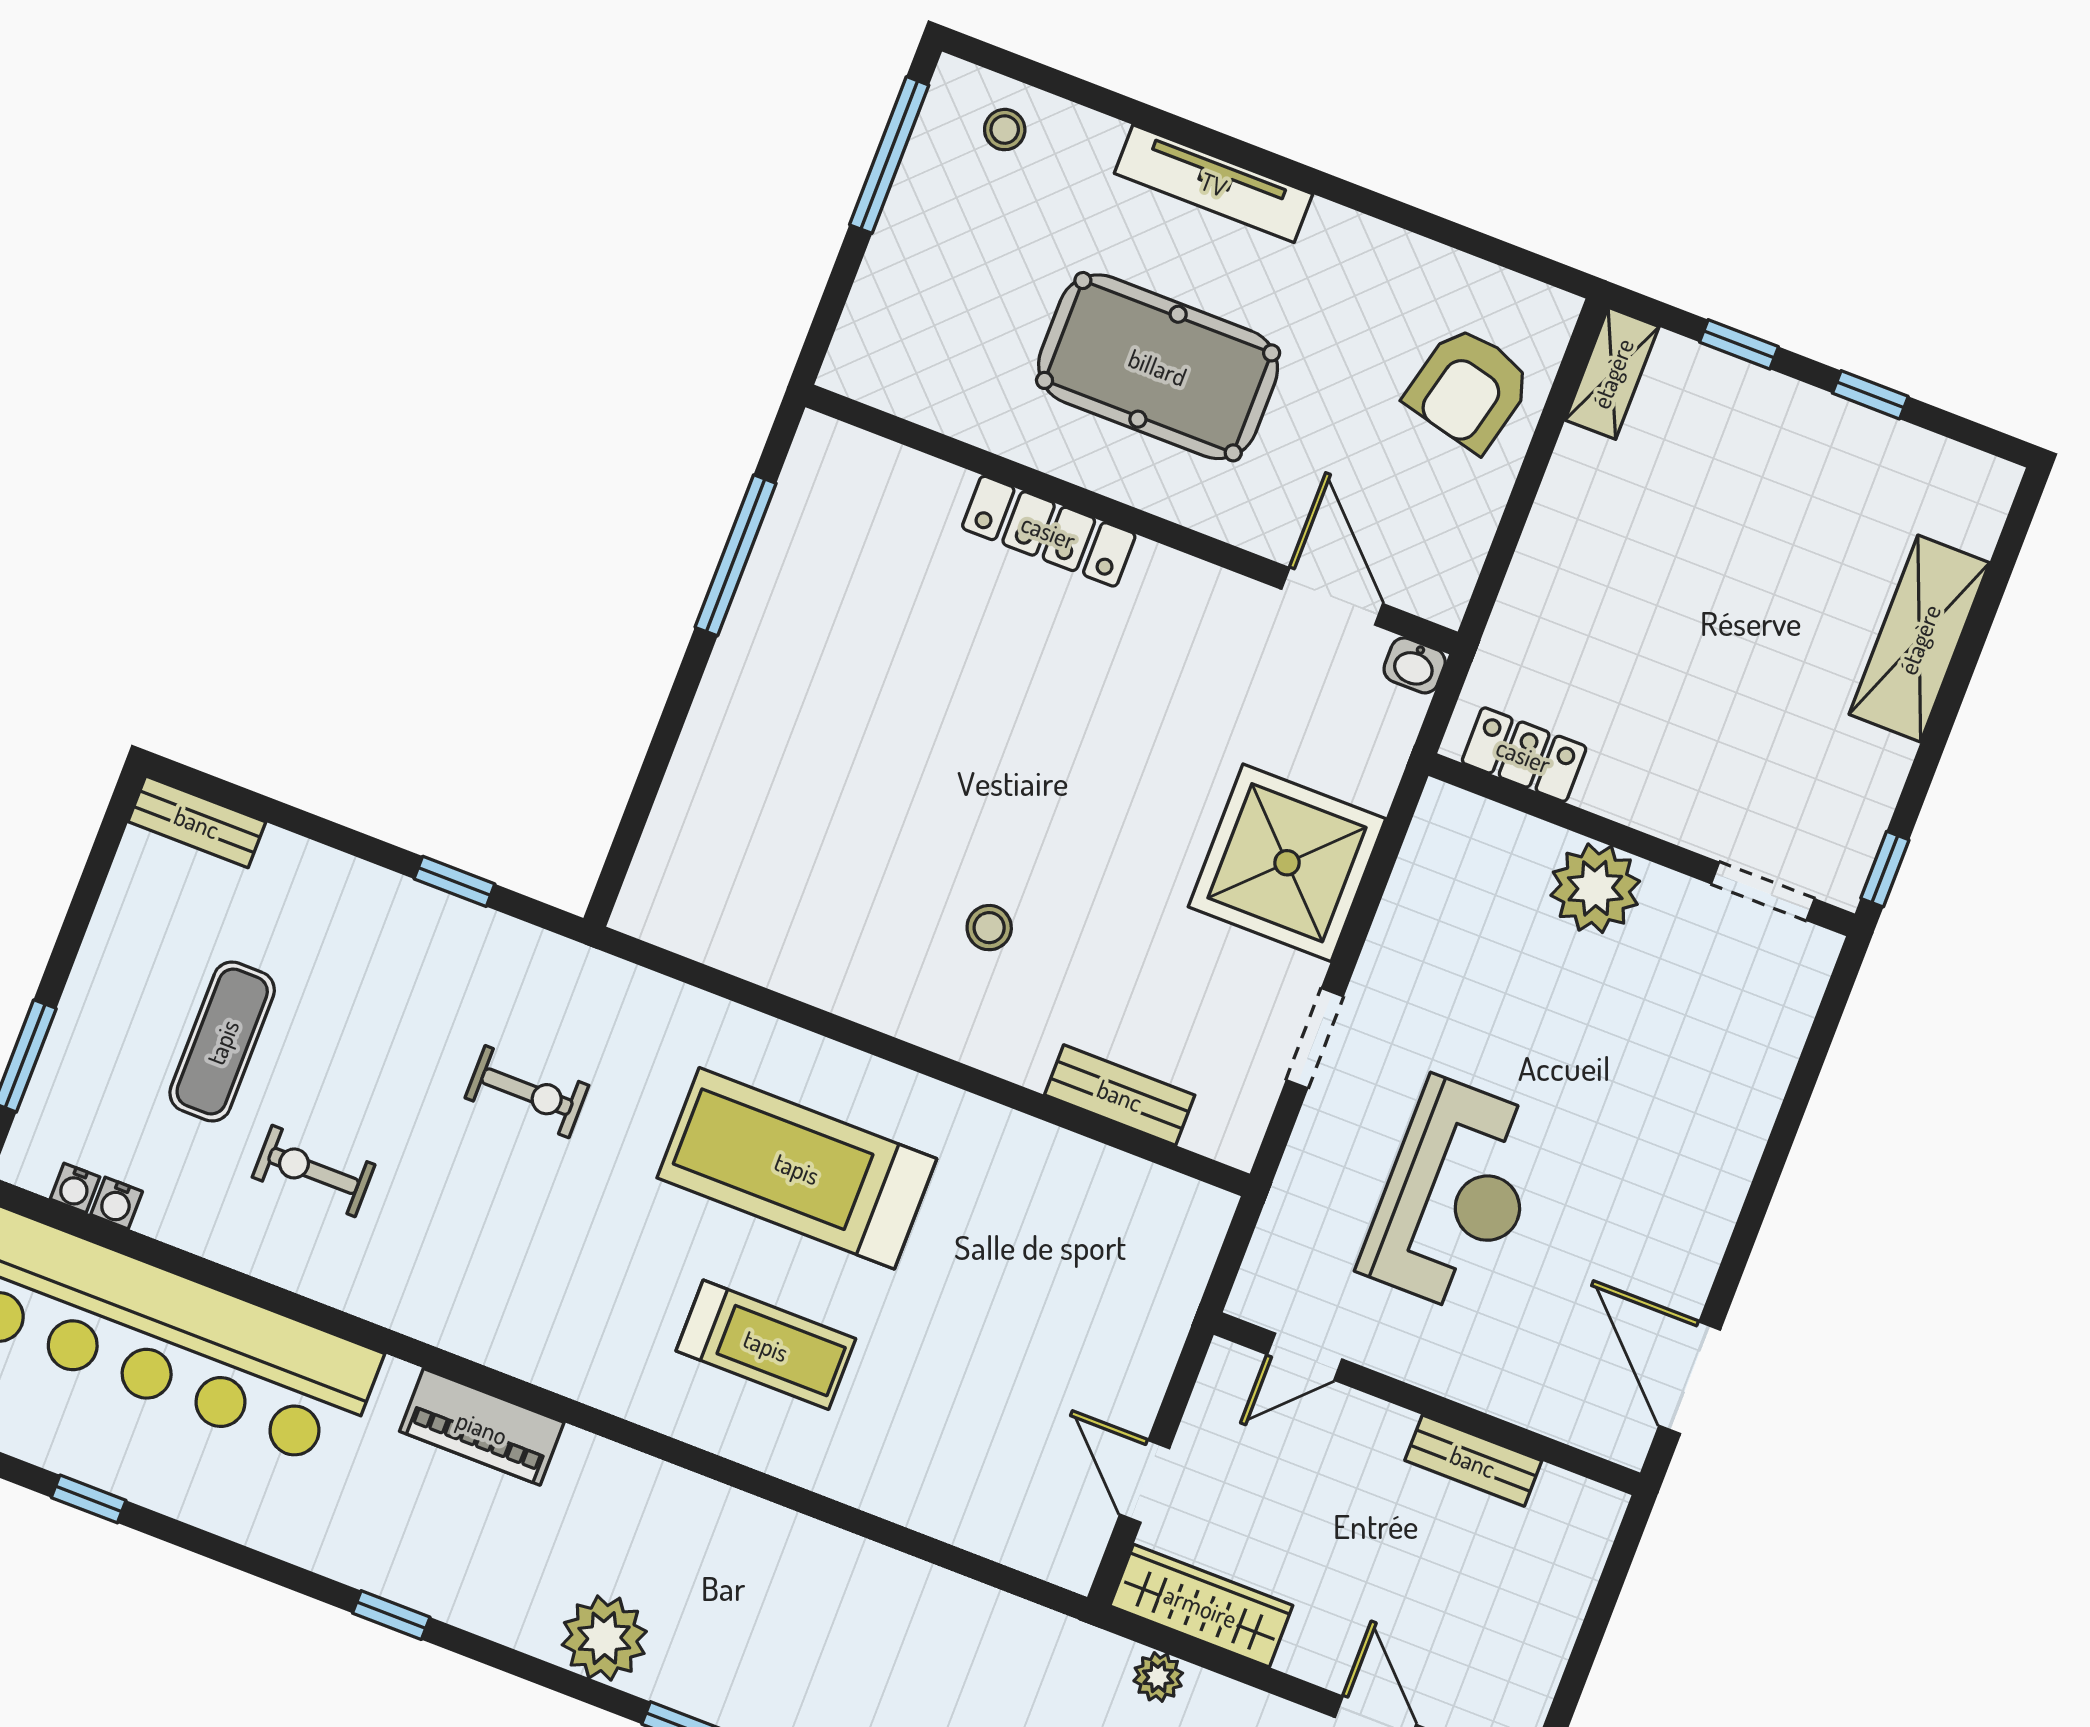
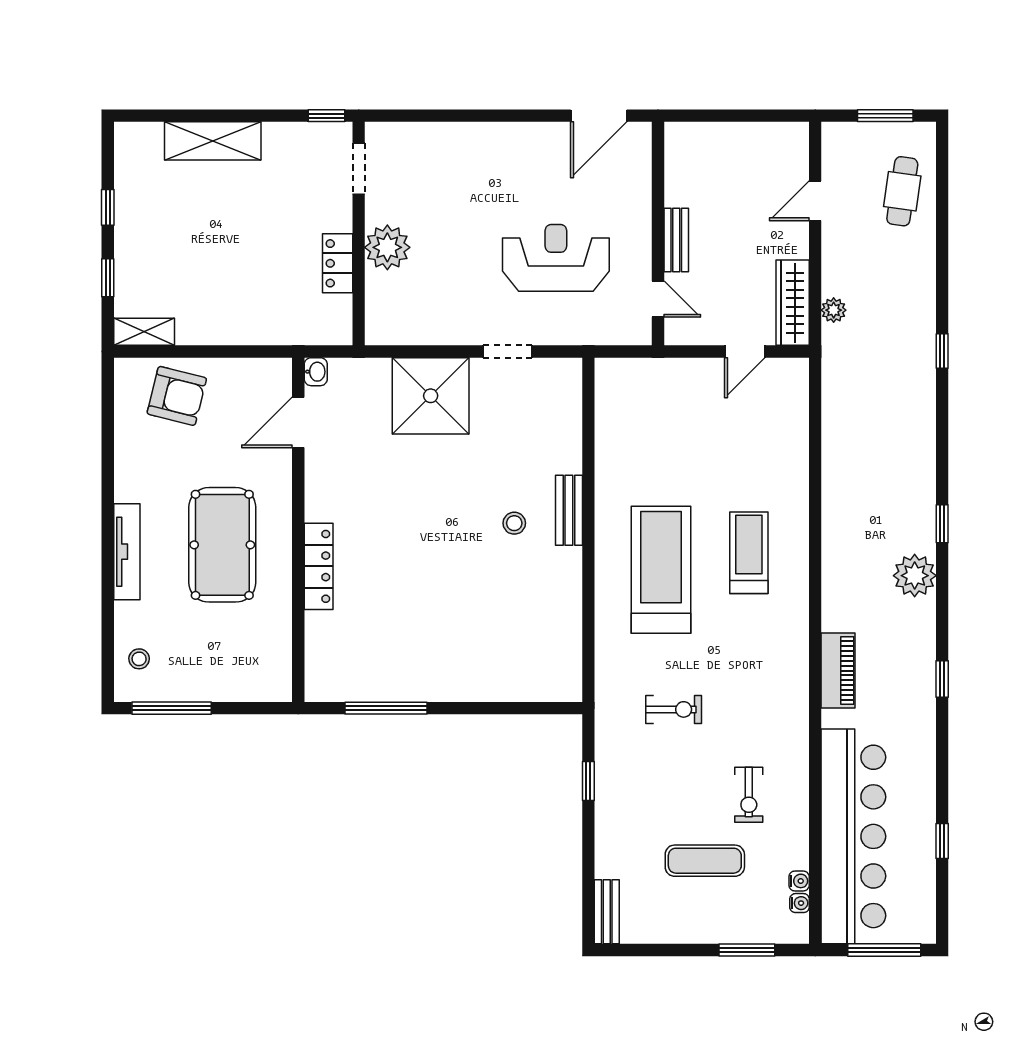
locker: (1524, 755) -> (338, 263), moved
exercise bike: (527, 1092) -> (674, 709), turned 90
bench: (1120, 1095) -> (569, 510), moved
treadmill: (797, 1168) -> (661, 570), turned 180
bench: (1473, 1461) -> (676, 240), moved

